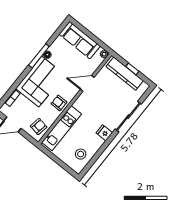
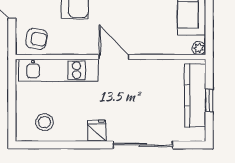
door: (87, 83) -> (114, 57), moved
armchair: (59, 103) -> (88, 41), removed

